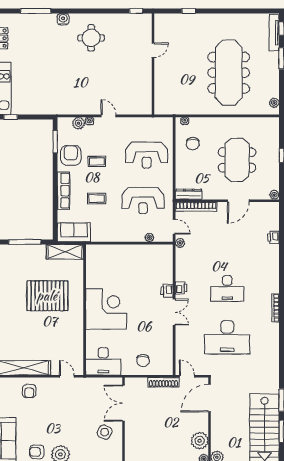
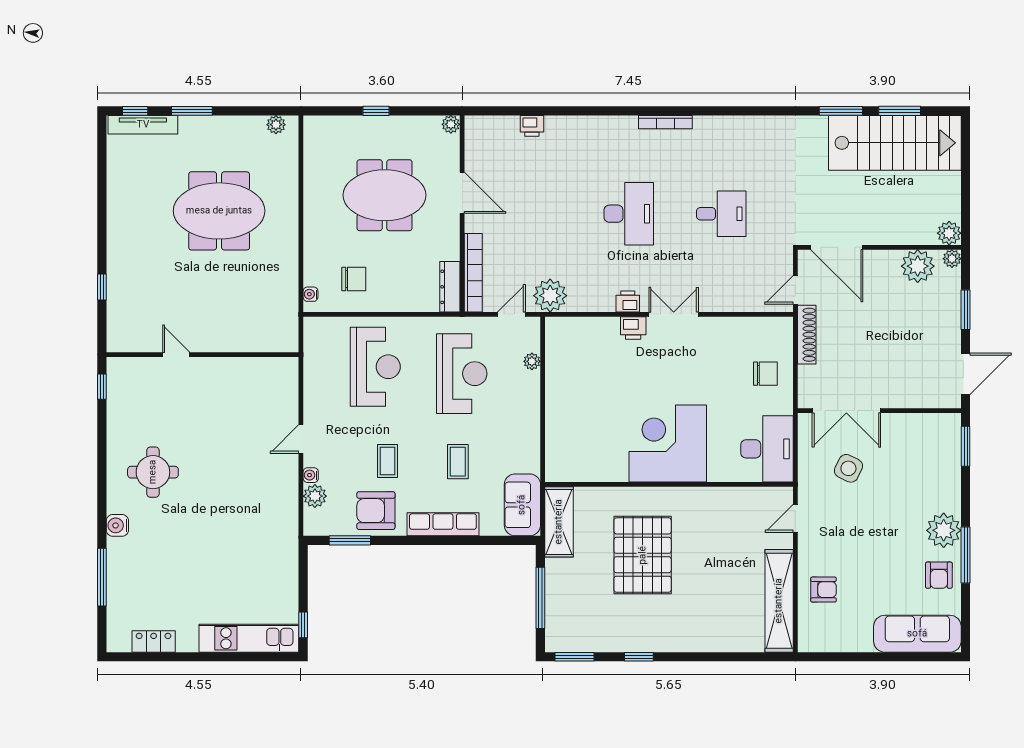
meeting table: (229, 73) -> (219, 211), width x0.73
plant: (180, 243) -> (550, 296), width x1.87, depth x1.87
desk: (227, 337) -> (721, 214), width x0.53, depth x0.77
side table: (105, 432) -> (848, 468), moved

